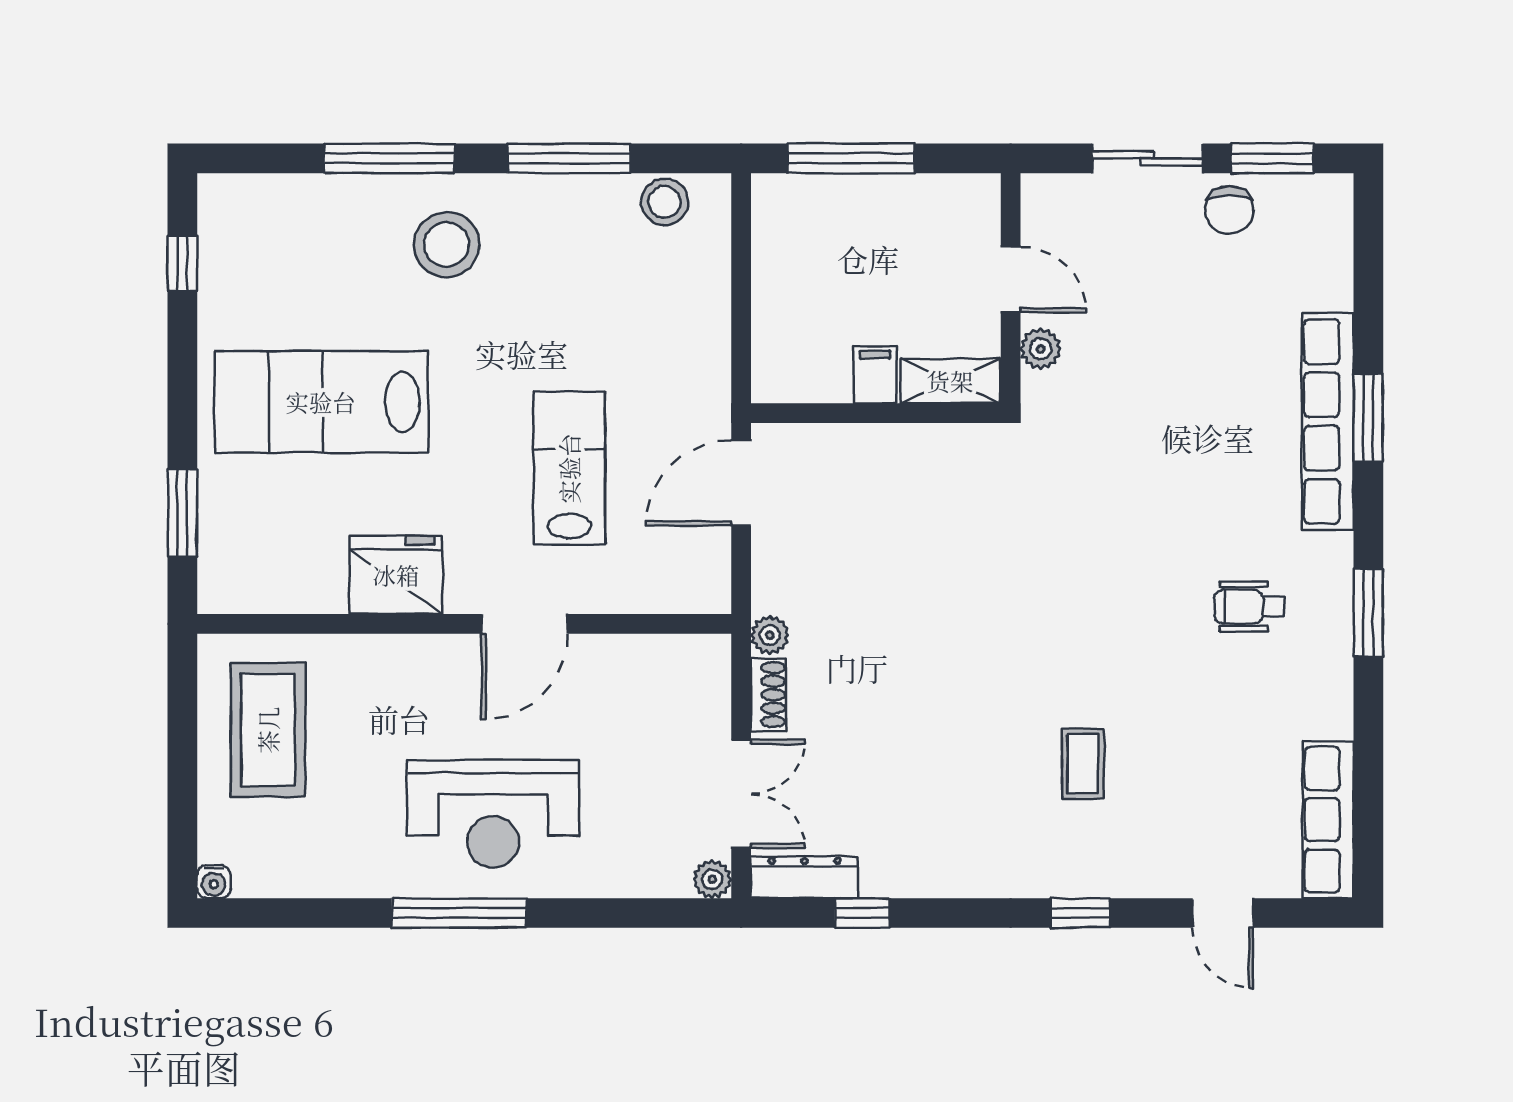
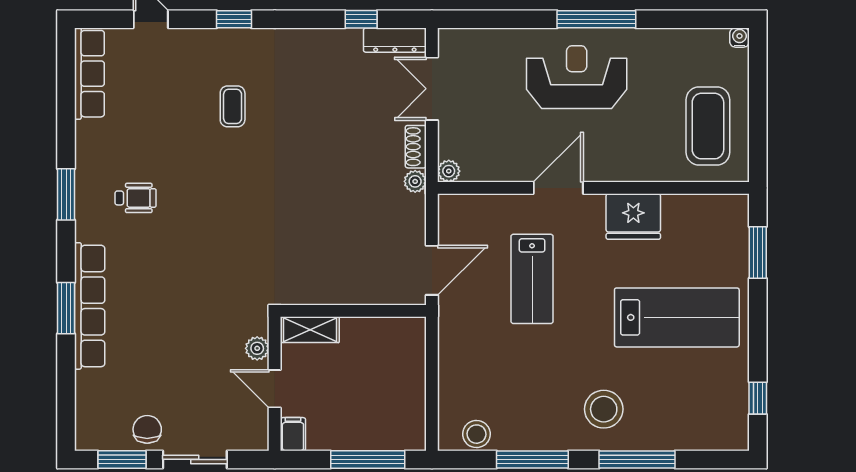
filing cabinet: (875, 375) -> (293, 434), moved, turned 180
plant: (712, 879) -> (449, 171), moved

